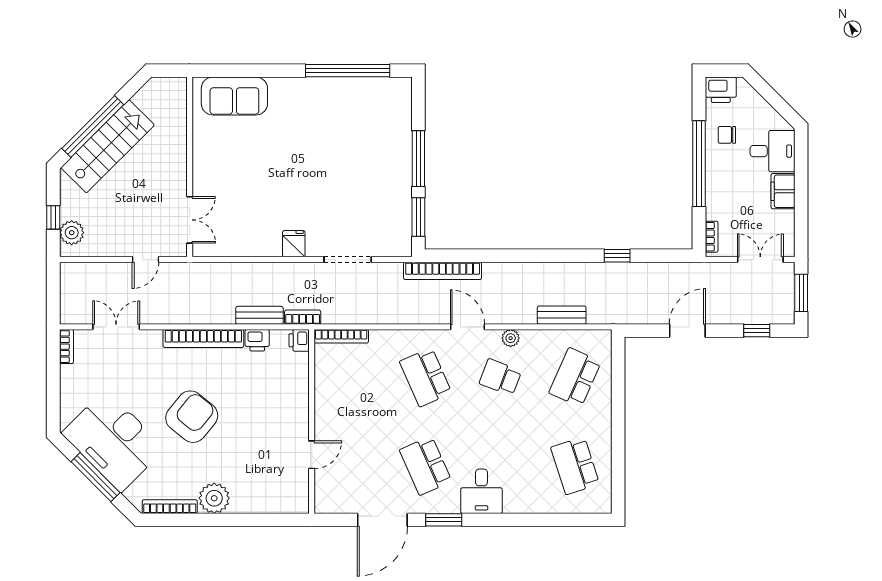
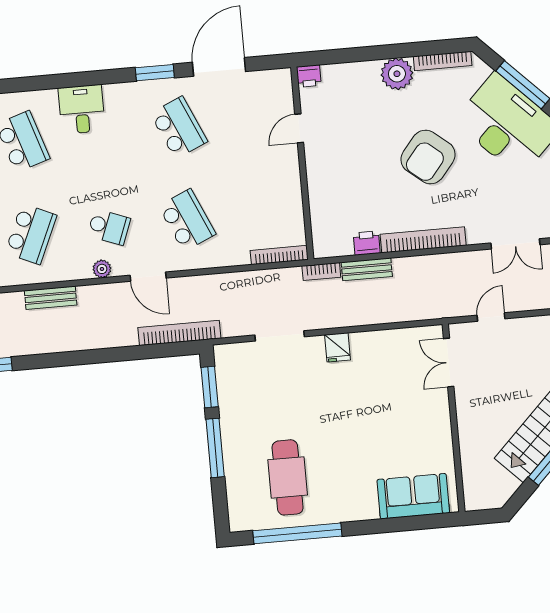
cafe table: (352, 124) -> (288, 477), added
printer: (299, 340) -> (309, 76), moved, turned 90
desk: (481, 491) -> (82, 109), moved

